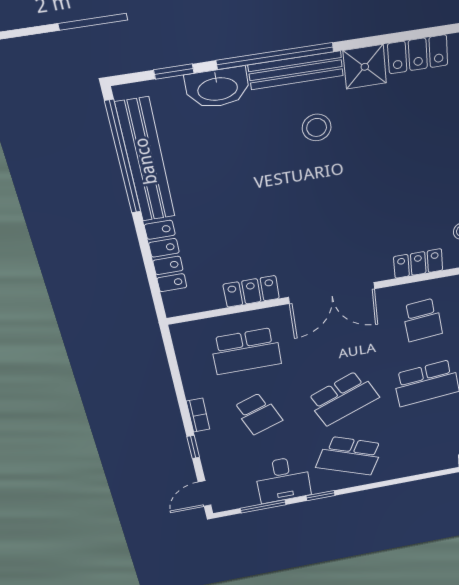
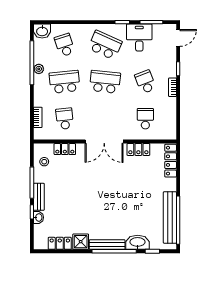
stool: (317, 127) -> (102, 220), removed
locker: (166, 257) -> (171, 161), moved
double door: (332, 293) -> (104, 142), swing flipped
school desk: (246, 351) -> (145, 119), width x0.54
school desk: (343, 398) -> (105, 82), turned 30
school desk: (430, 441) -> (65, 45), added

